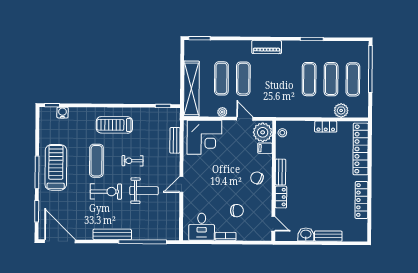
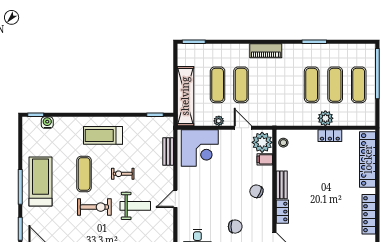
plant: (341, 110) -> (325, 118), moved

